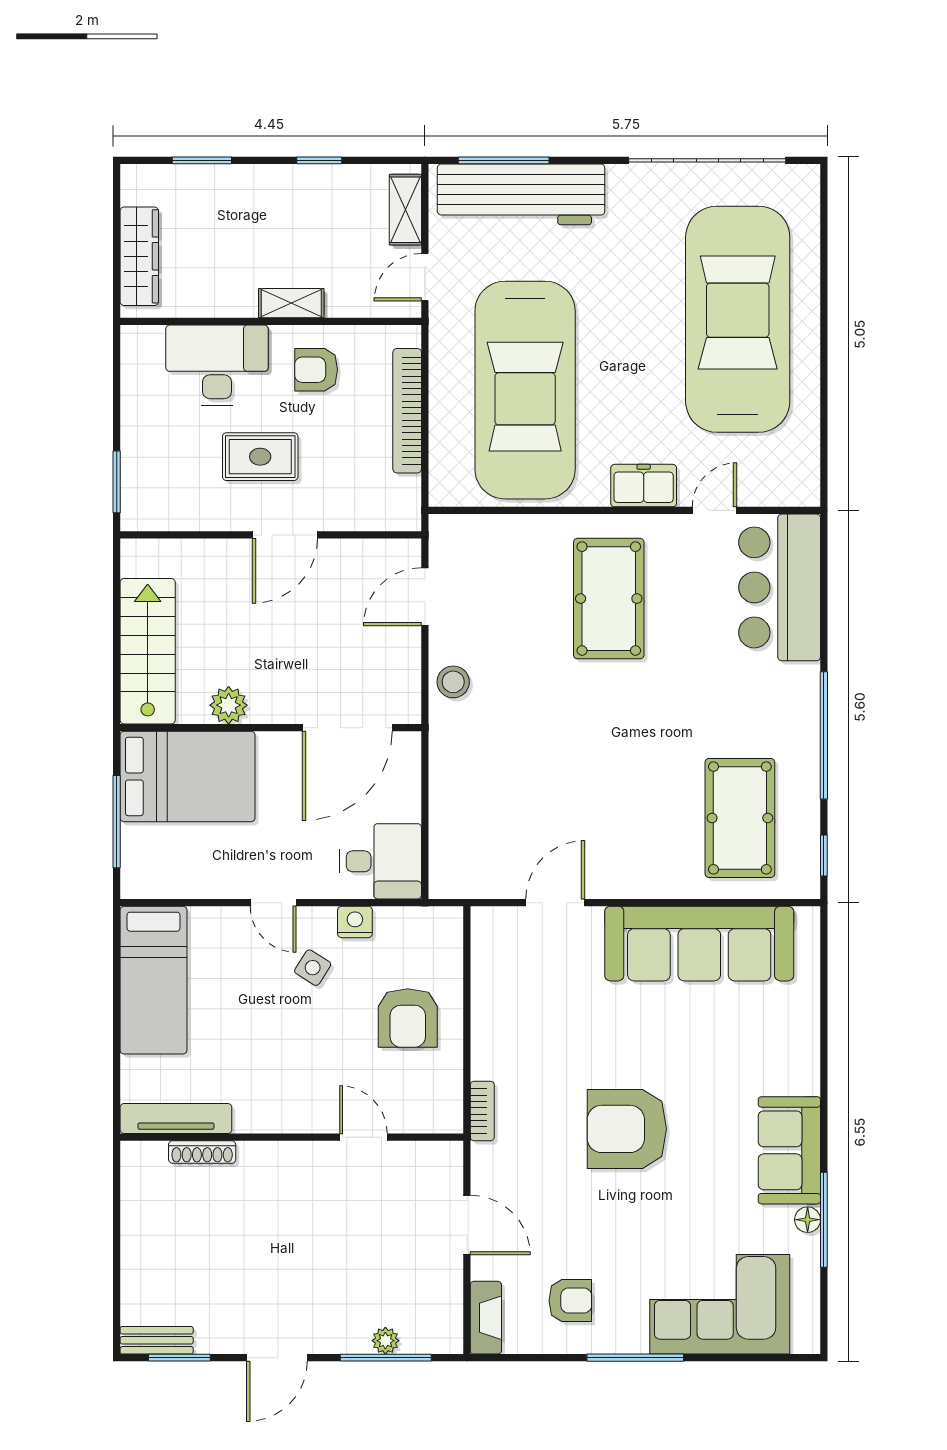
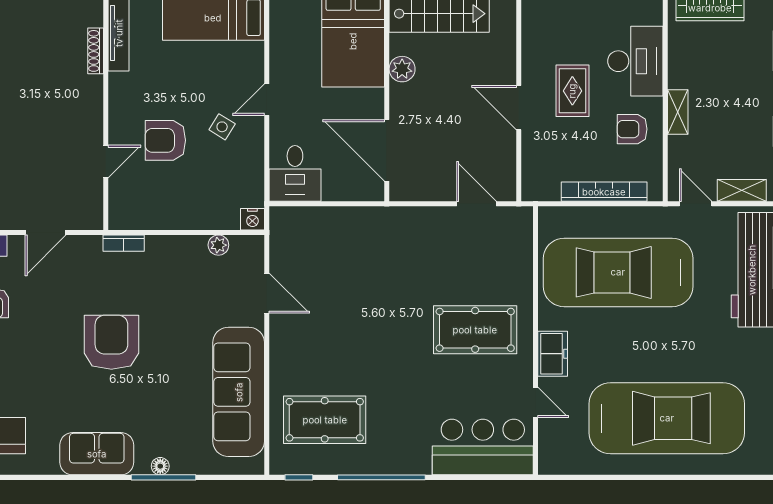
armchair: (316, 370) -> (632, 129), turned -90
stool: (453, 682) -> (418, 223), removed
nightstand: (355, 922) -> (252, 219), moved, turned 90
plant: (485, 973) -> (218, 245), added
armchair: (408, 1018) -> (165, 140), moved
floor lamp: (808, 1220) -> (160, 466), moved
window: (824, 1220) -> (163, 477), moved

